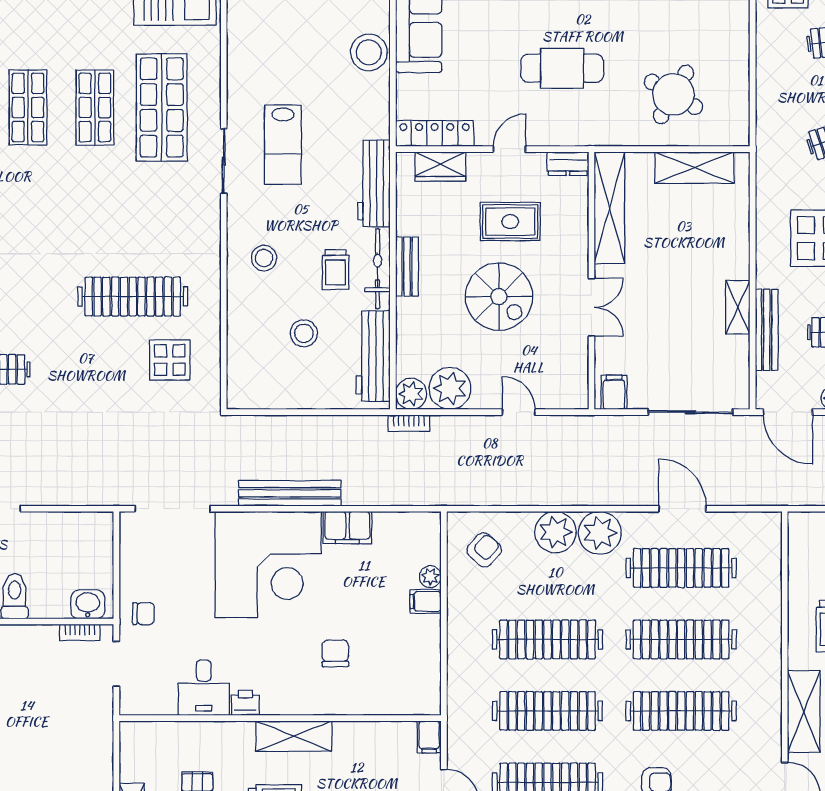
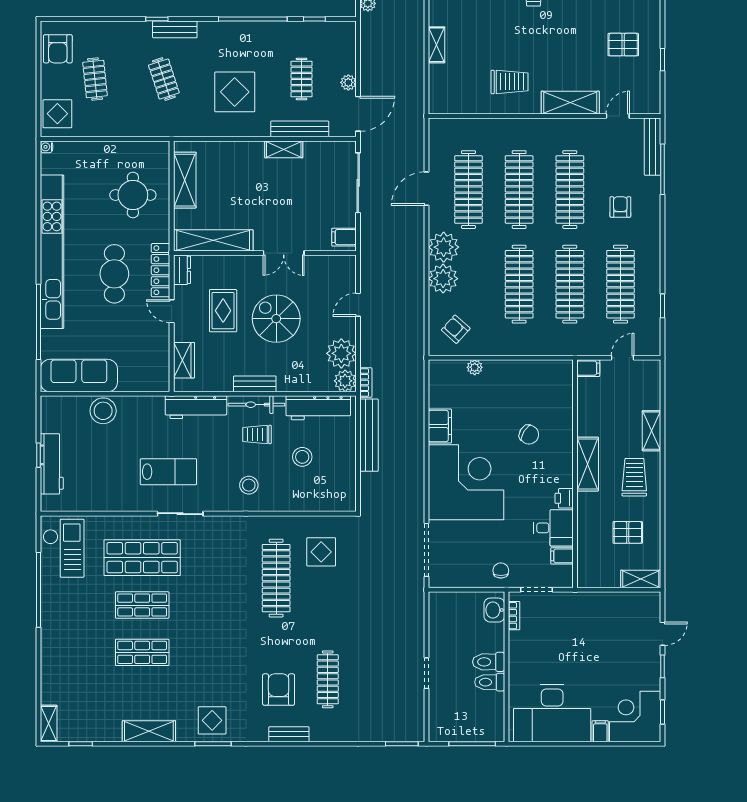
round table: (673, 94) -> (133, 195), turned -30
locker: (435, 133) -> (161, 270), moved
trolley: (335, 270) -> (257, 434), turned 180
spiral stairs: (499, 297) -> (276, 319), turned -90
double door: (592, 307) -> (284, 253), swing flipped
bench: (290, 493) -> (369, 435), moved
filing cabinet: (426, 601) -> (562, 556), moved, turned 90
chair: (335, 653) -> (529, 435), turned -148

